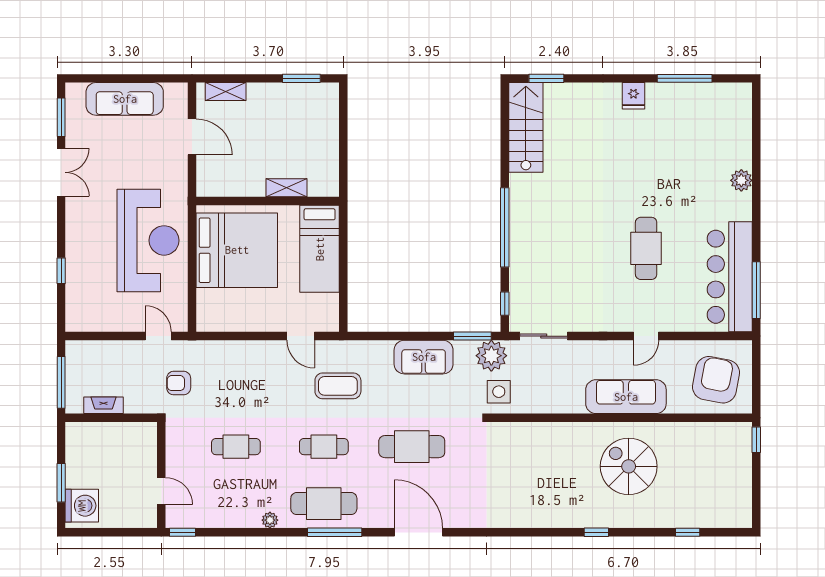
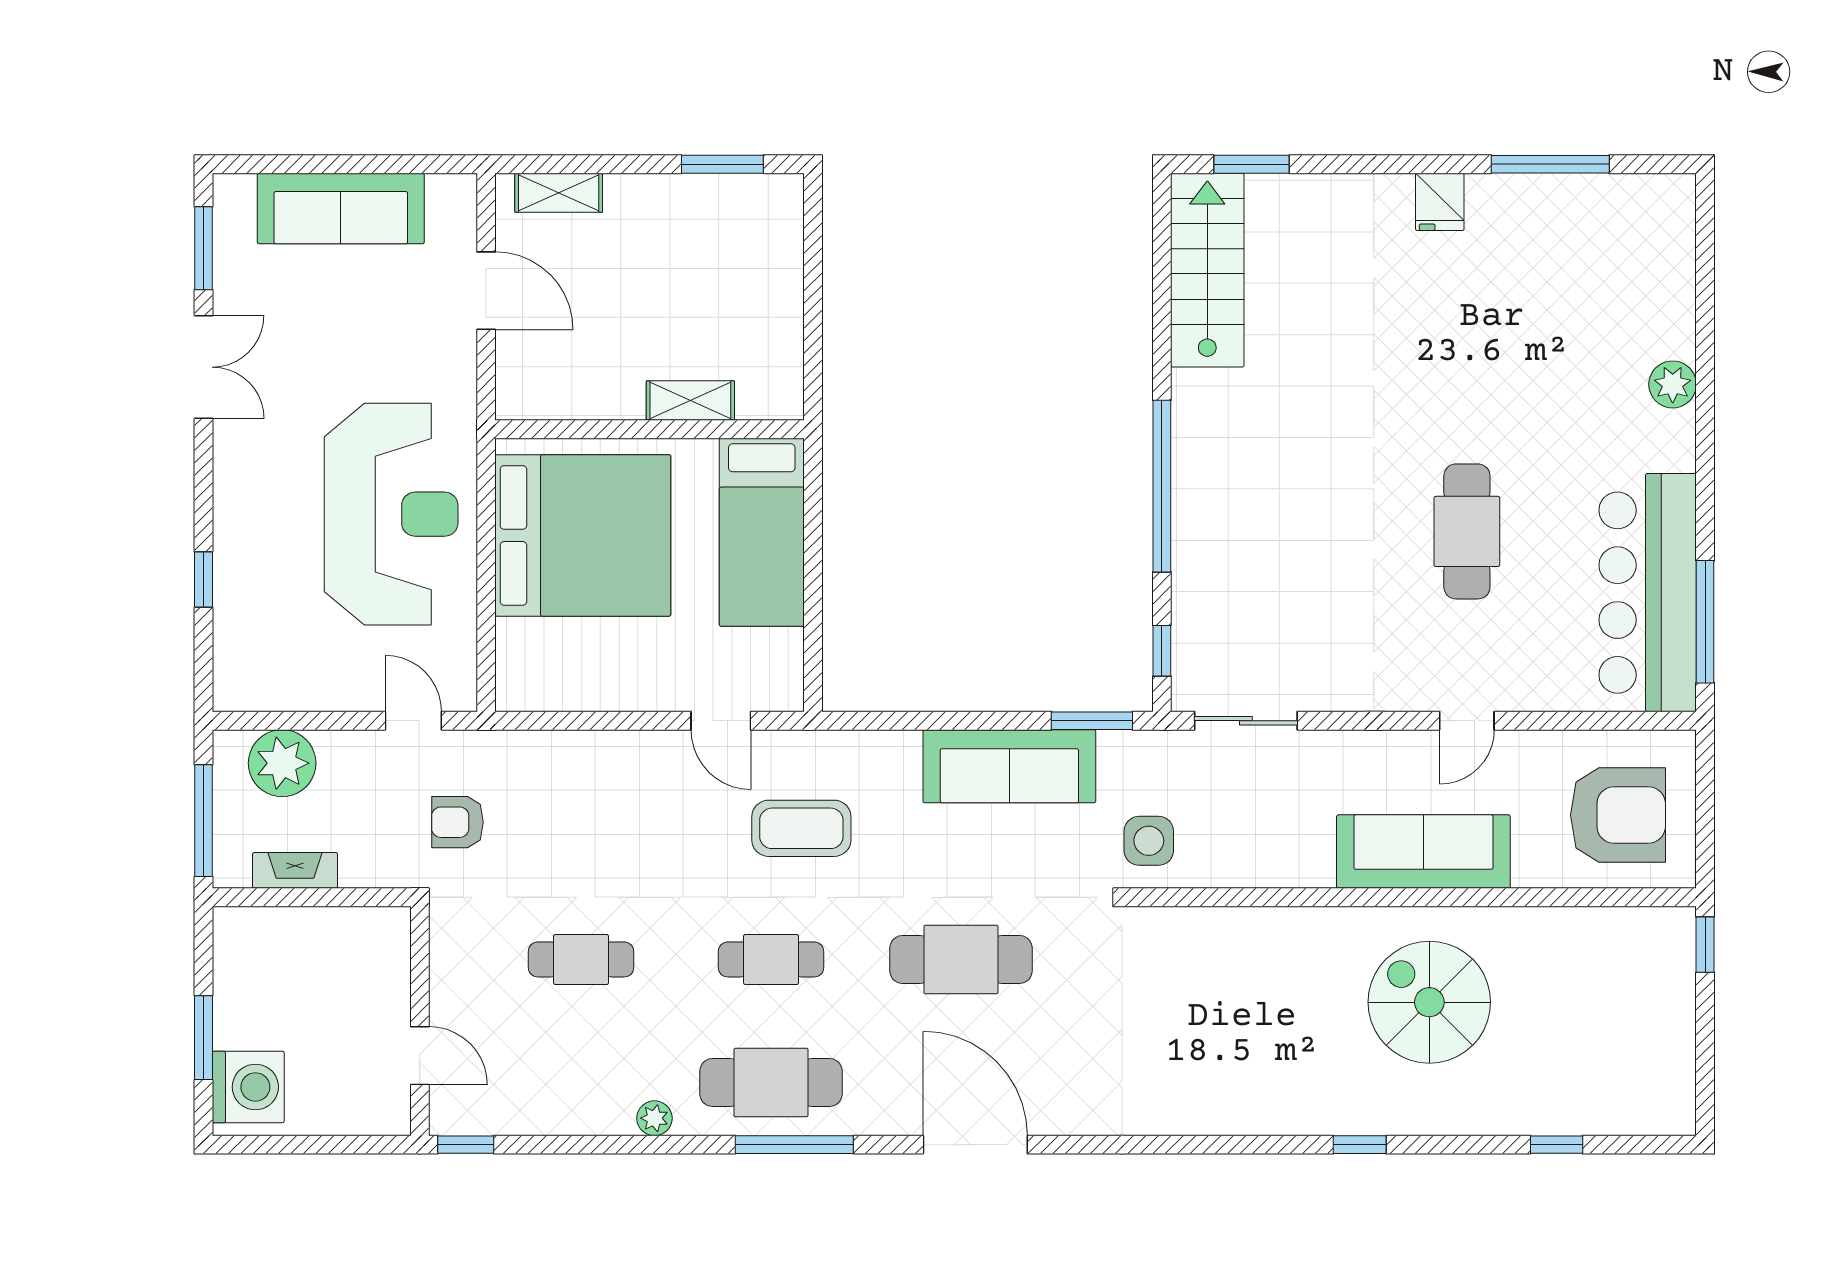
plant: (491, 356) -> (282, 763), moved
sofa: (424, 357) -> (1009, 766), width x1.36
armchair: (716, 380) -> (1618, 815), turned 79

